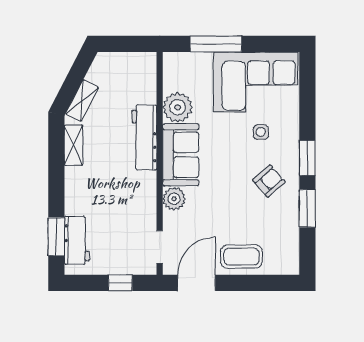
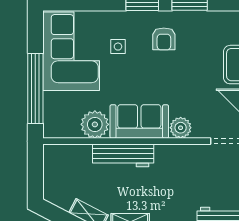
window: (216, 44) -> (35, 89), width x1.46
armchair: (269, 181) -> (164, 39), turned -139

